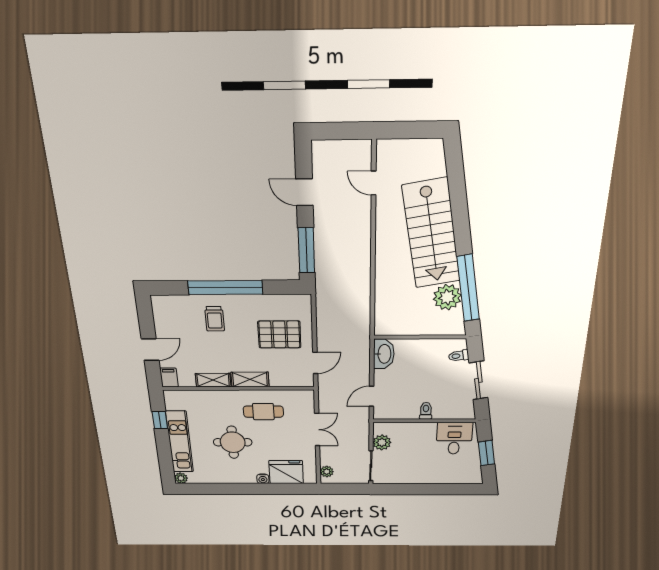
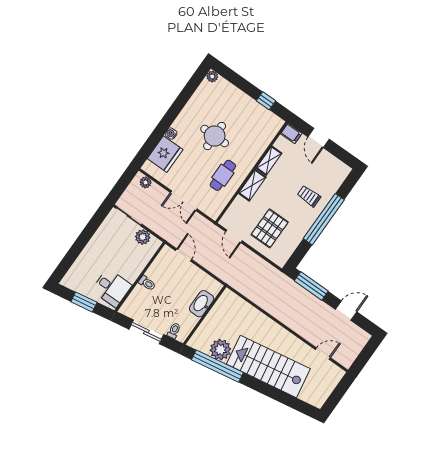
washbasin: (384, 354) -> (202, 304), moved, turned 90
kitchen unit: (180, 442) -> (241, 100), removed

